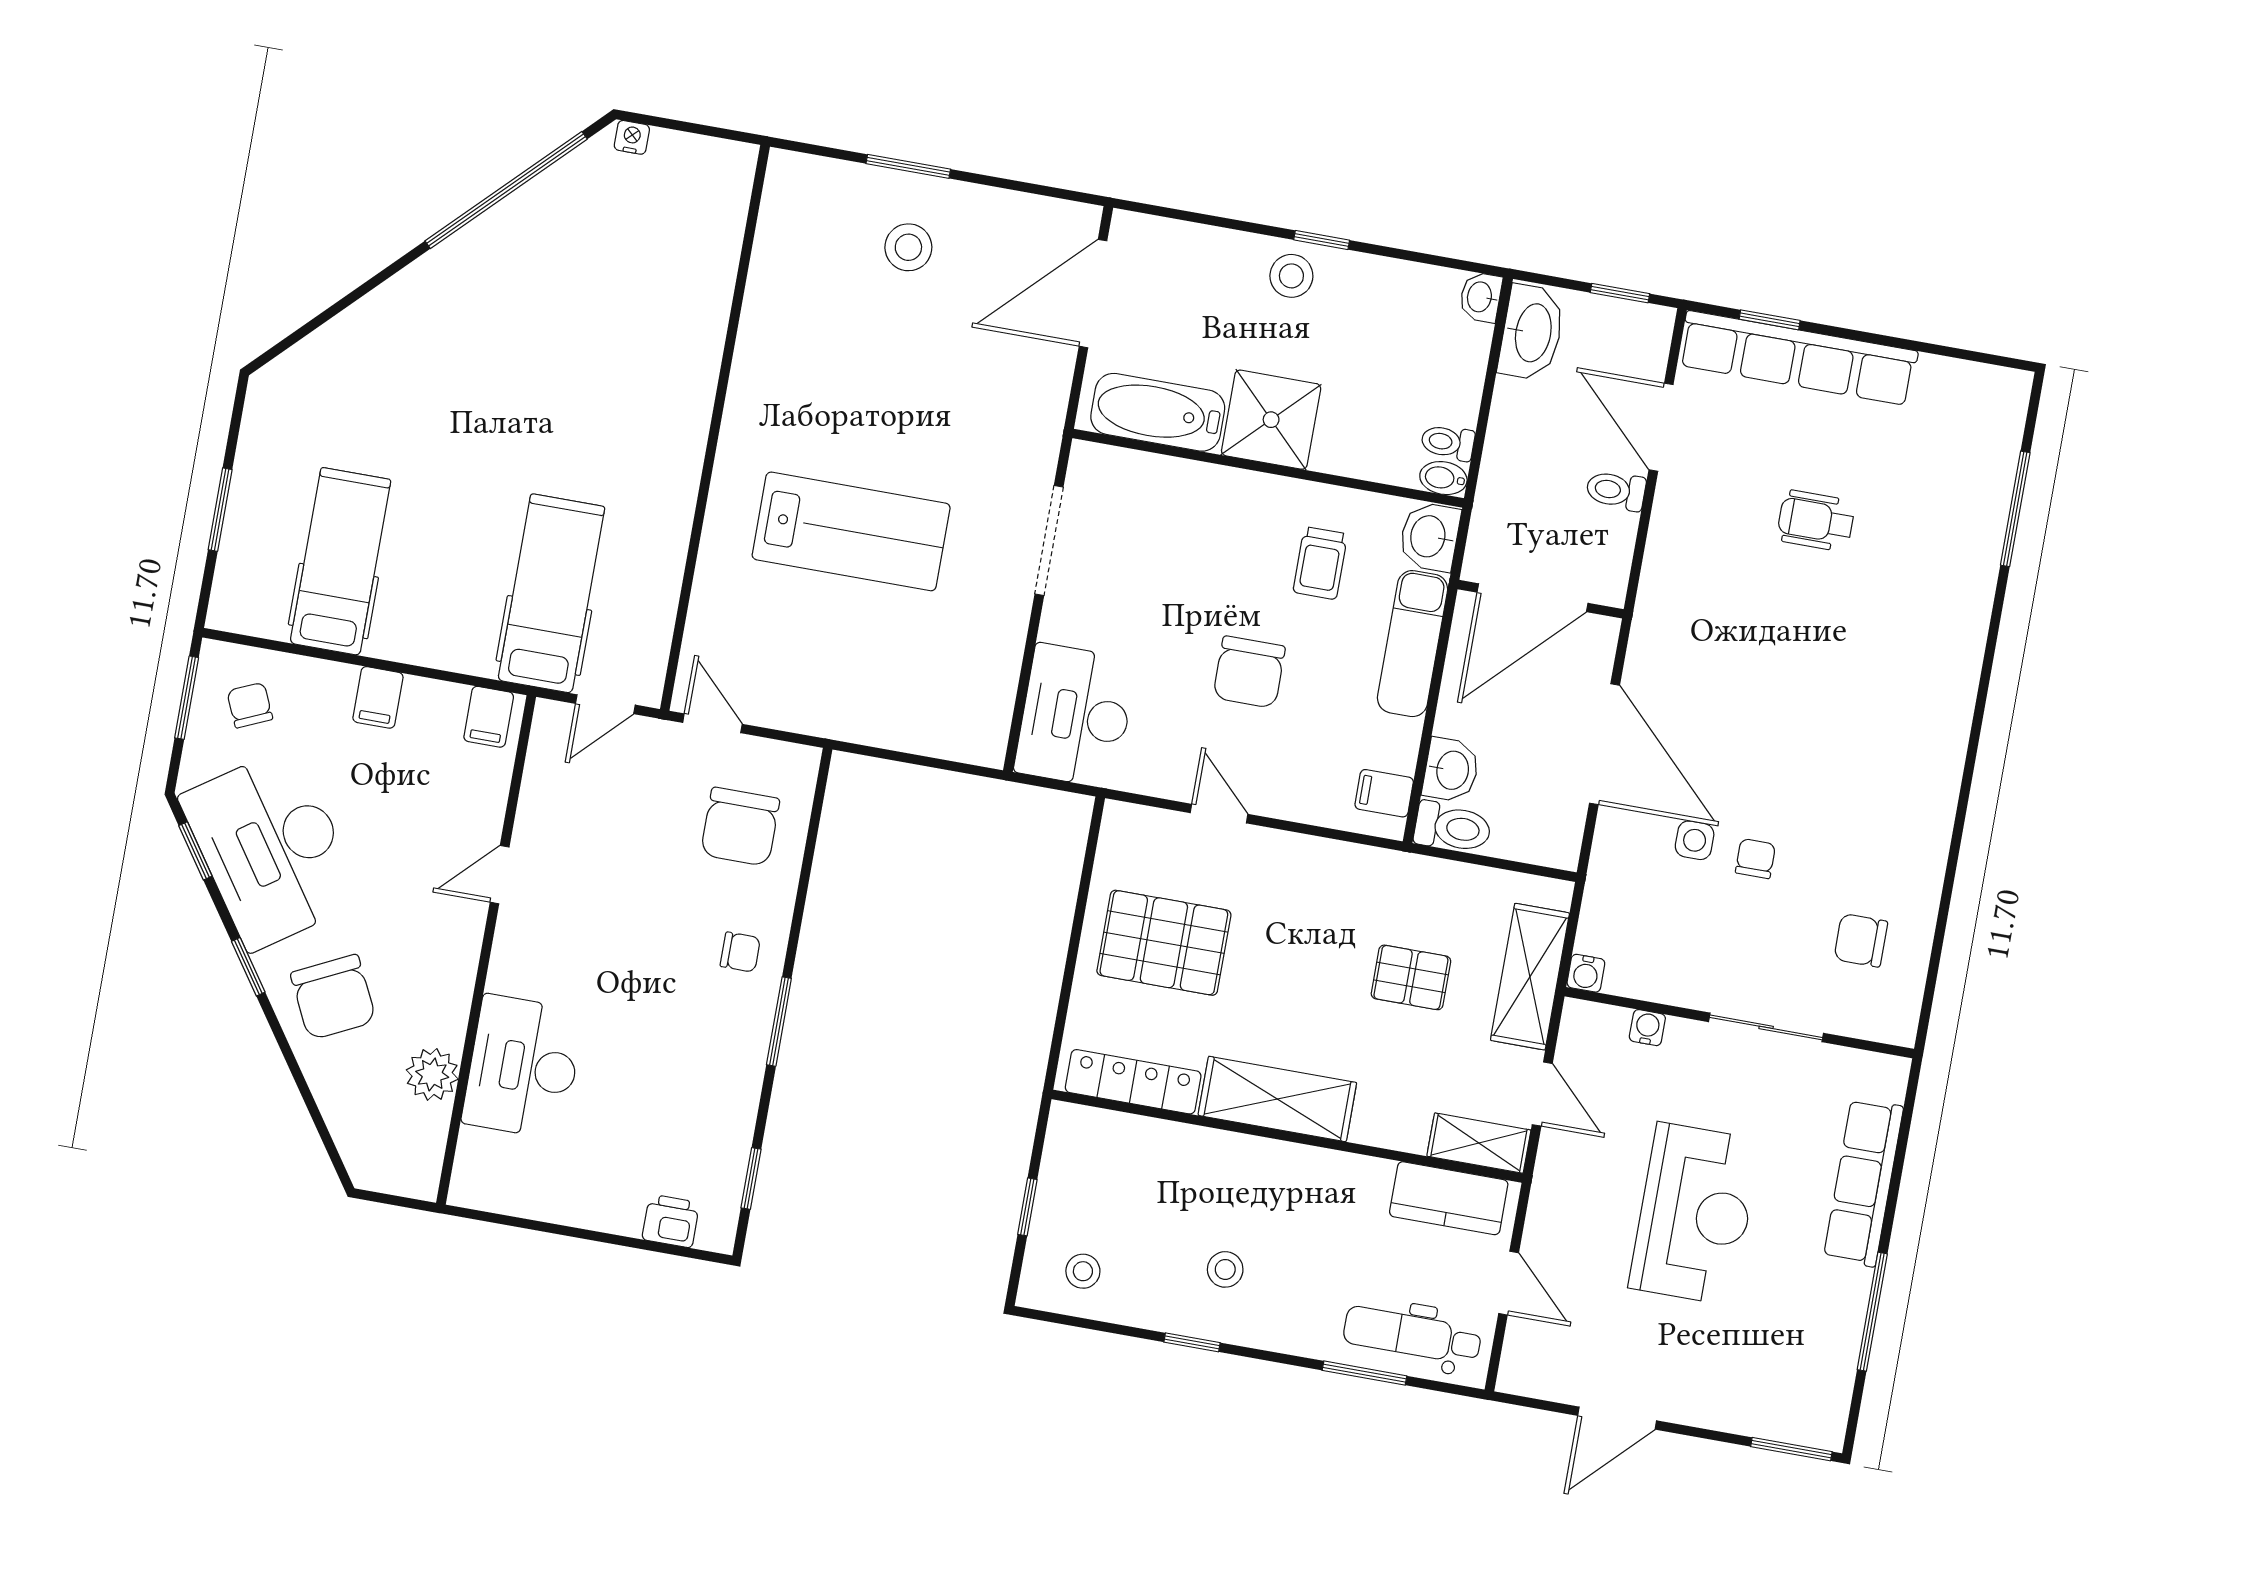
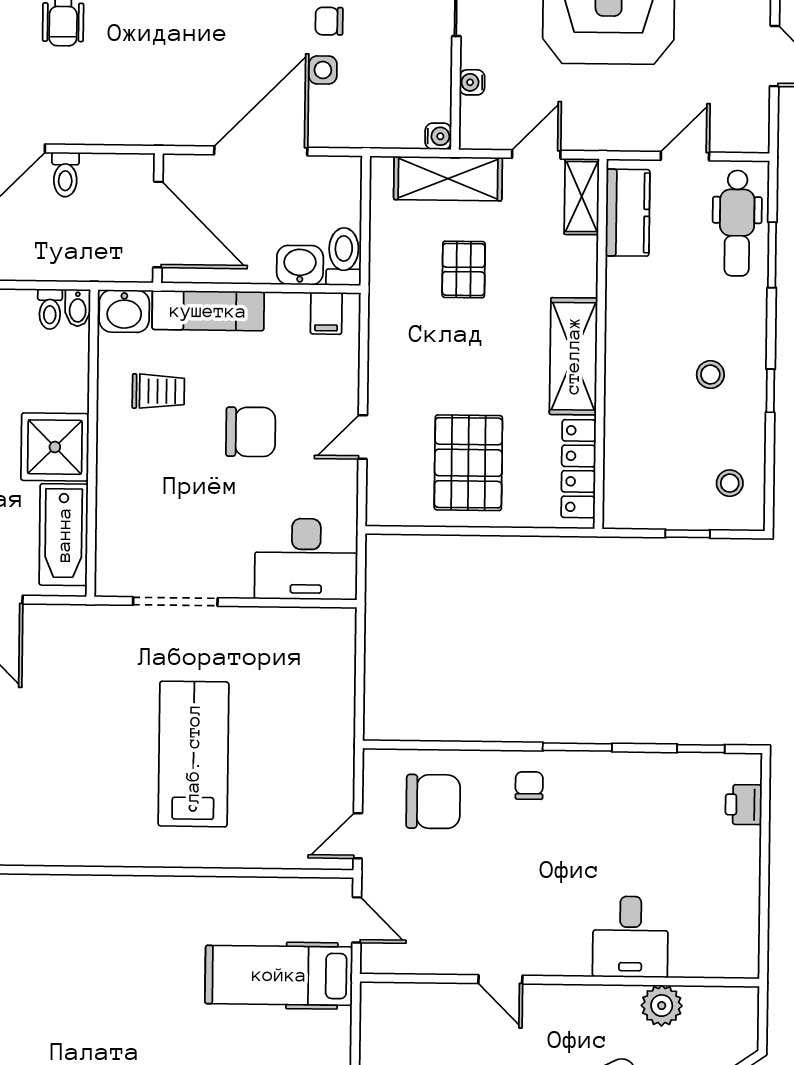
filing cabinet: (489, 717) -> (381, 1008), removed
desk: (523, 1067) -> (630, 937), width x0.73

